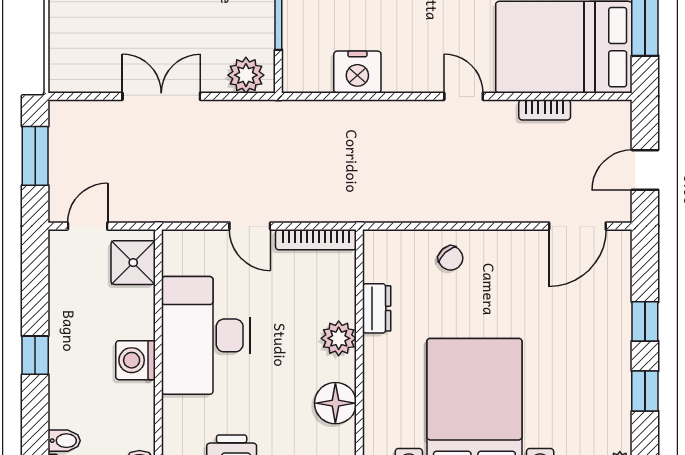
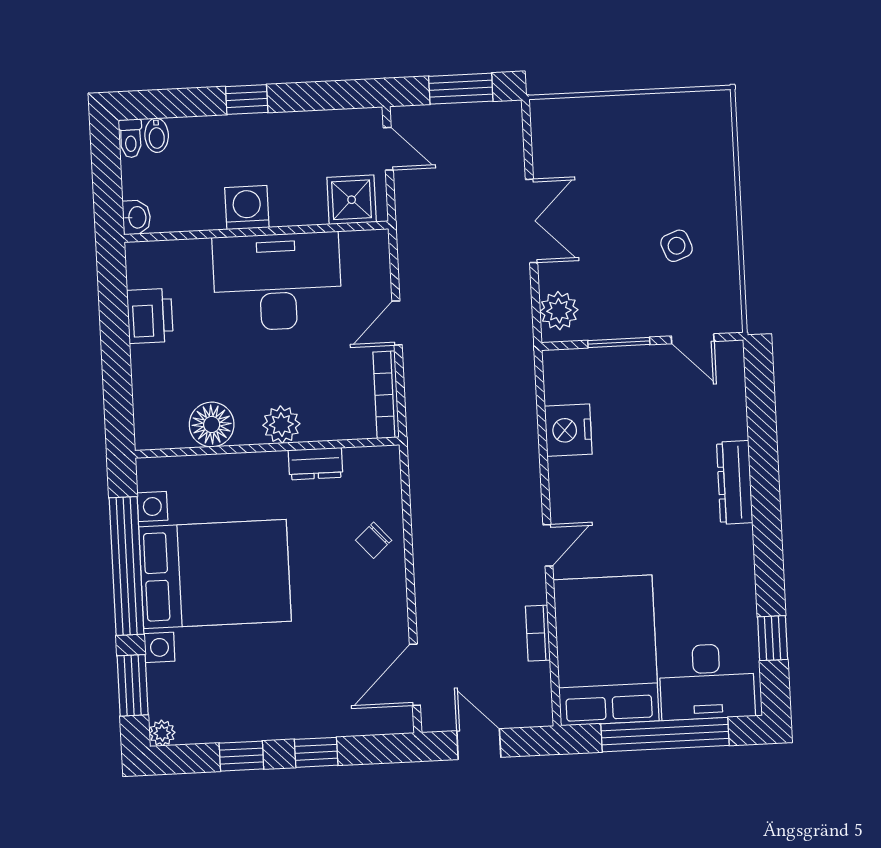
door: (577, 226) -> (415, 675), hinge flipped

